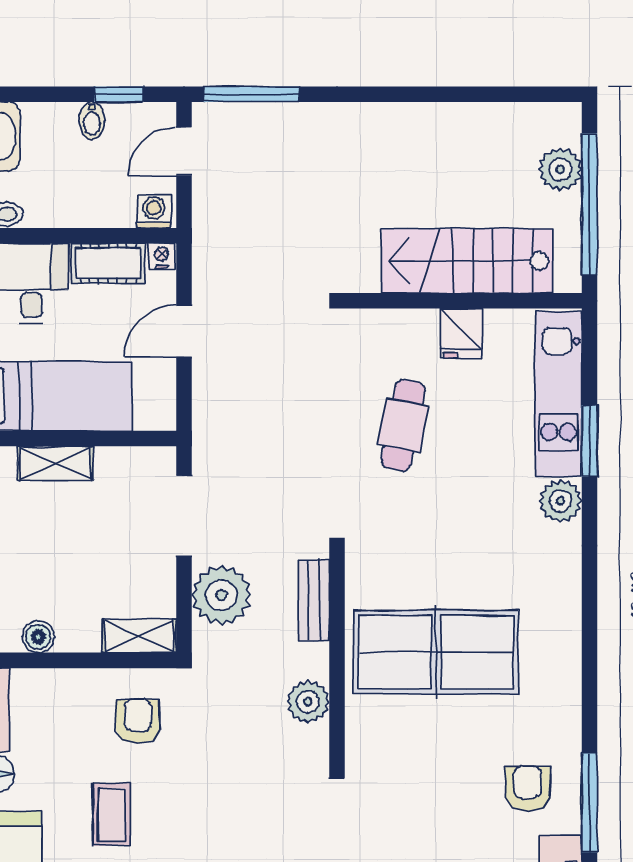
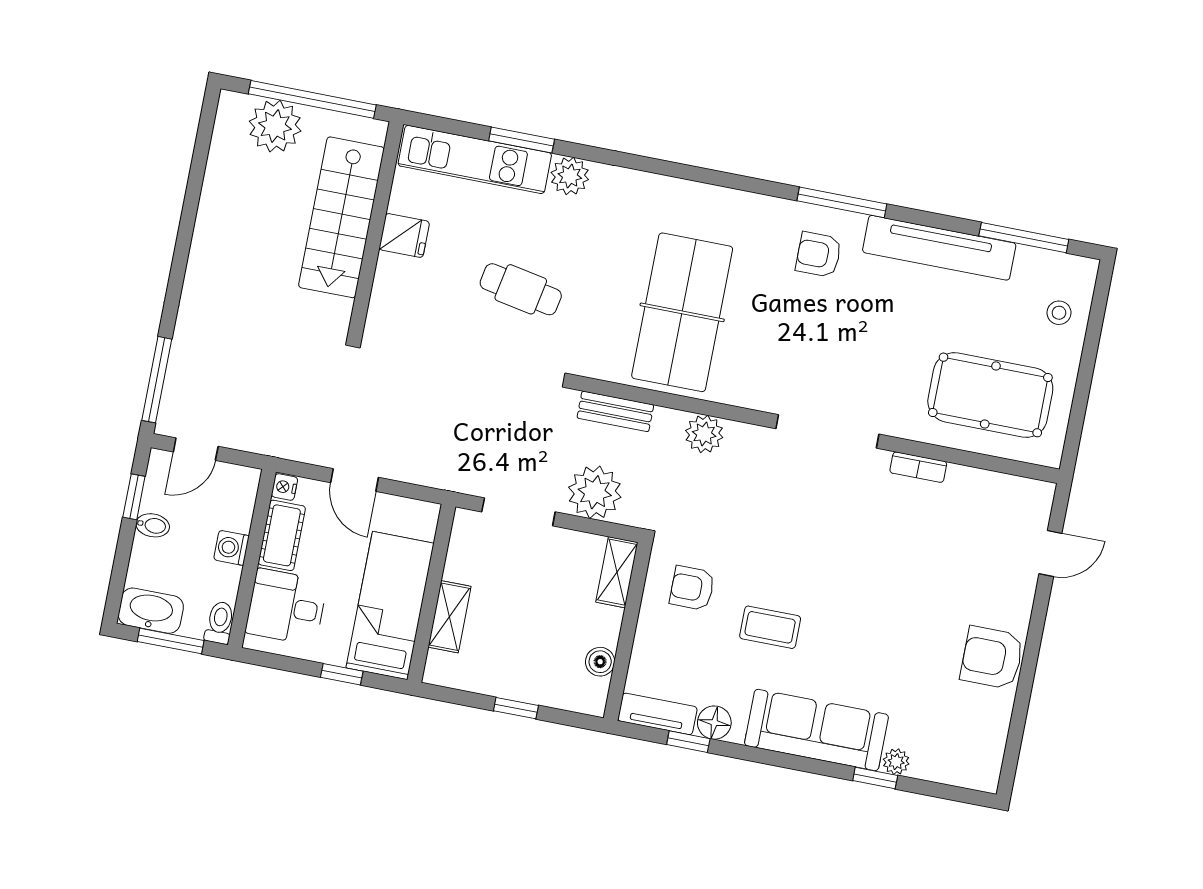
door: (184, 151) -> (196, 449), hinge flipped
plant: (560, 169) -> (275, 126), width x1.36, depth x1.36
washing machine: (154, 211) -> (231, 548), moved
cafe table: (403, 425) -> (521, 289), moved

